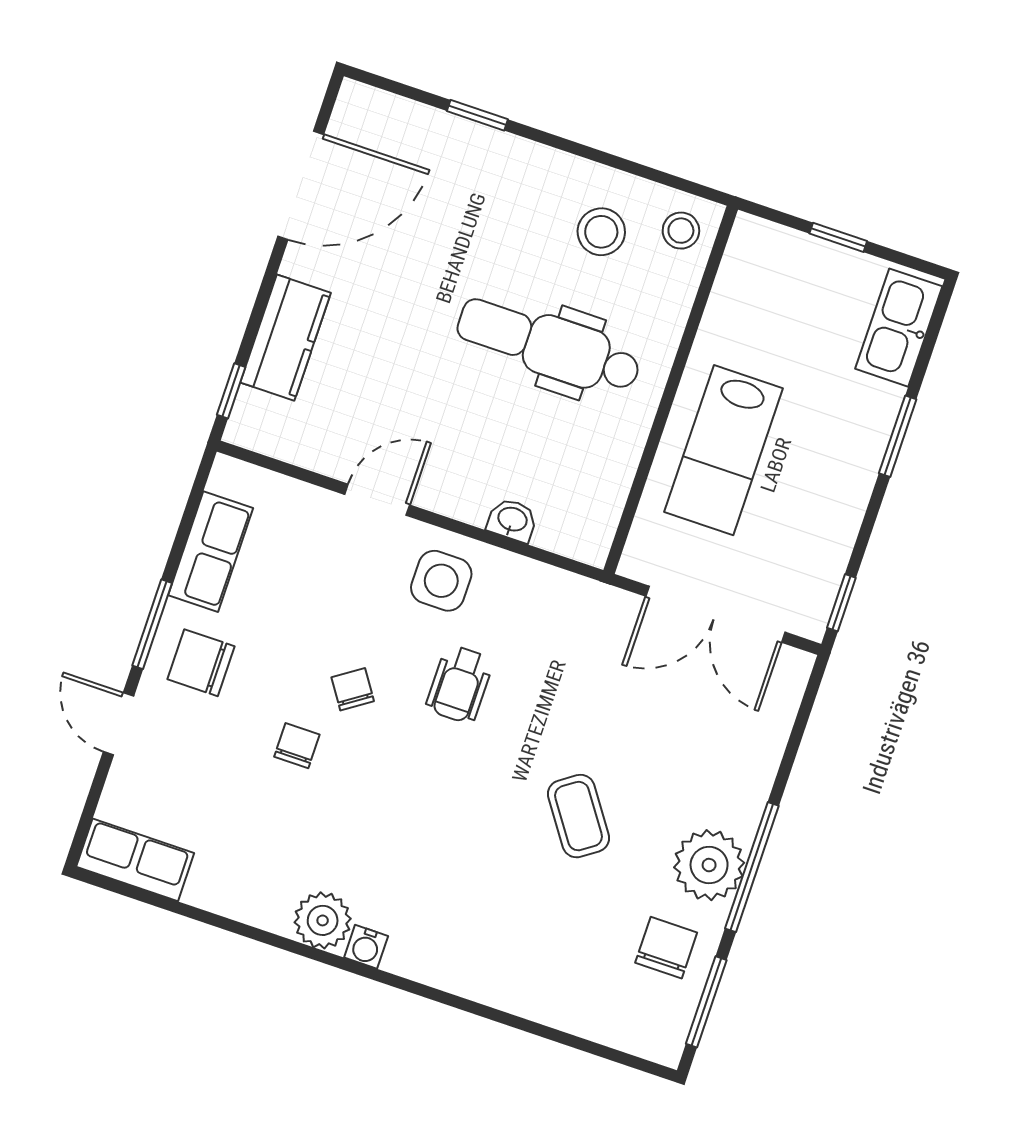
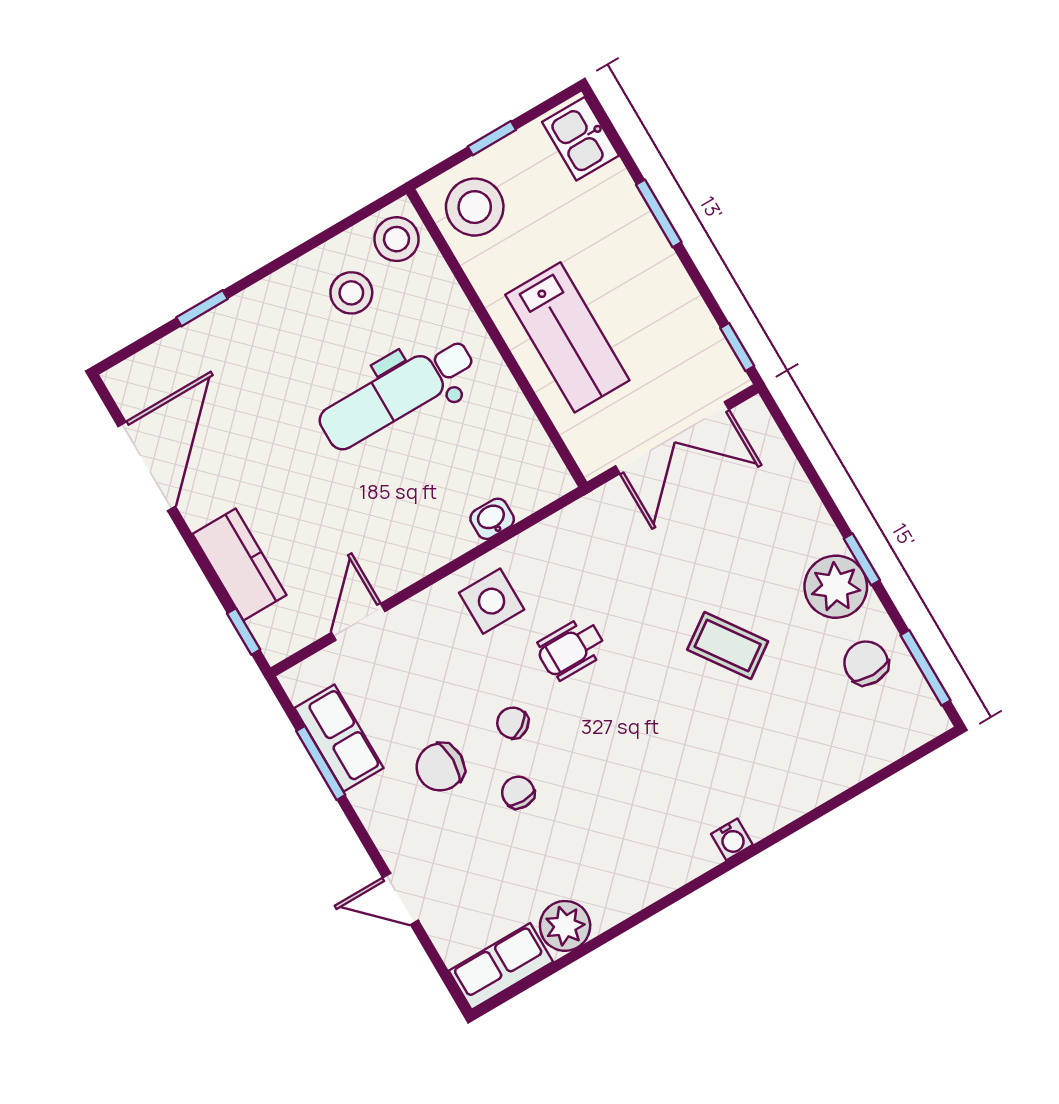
stool: (681, 231) -> (396, 239), width x1.37, depth x1.37
stool: (766, 274) -> (475, 207), added
kitchen sink: (899, 328) -> (580, 139), width x0.73
door: (377, 500) -> (358, 622), moved
window: (152, 624) -> (321, 763), moved
chair: (201, 663) -> (440, 767), moved
wheelchair: (460, 684) -> (571, 649), turned 90
window: (752, 867) -> (862, 559), width x0.46
plant: (323, 920) -> (565, 926), moved
water cooler: (366, 947) -> (732, 839), moved

